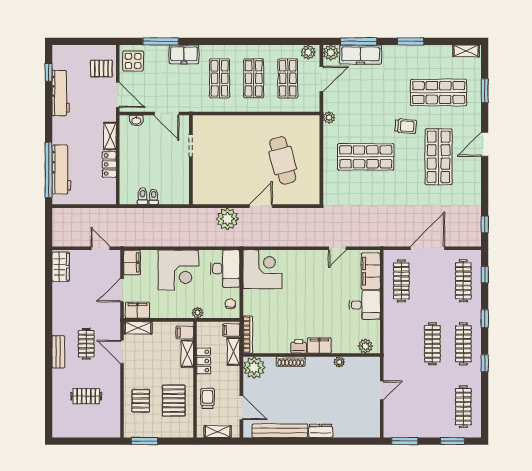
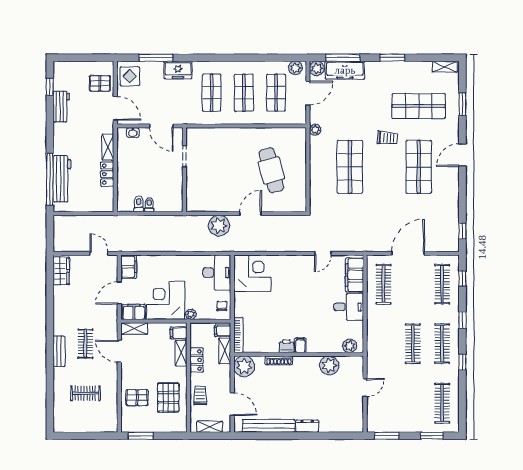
workbench: (61, 93) -> (61, 107), width x0.73
shop shelf: (366, 157) -> (350, 167), turned 90
corner desk: (178, 270) -> (165, 300), moved, turned 180
filing cabinet: (319, 345) -> (300, 345), width x0.50
plant: (339, 362) -> (329, 365), width x1.88, depth x1.88
pallet: (141, 401) -> (137, 398), turned 90

